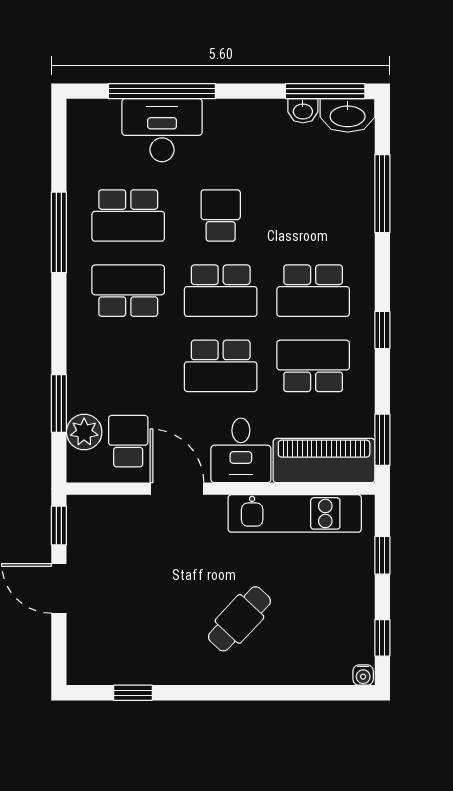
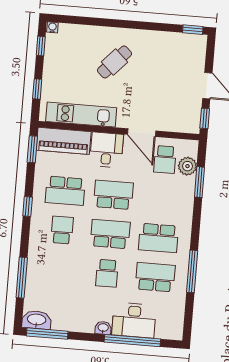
washbasin: (303, 111) -> (103, 328), moved
school desk: (313, 291) -> (62, 230), width x0.54
window: (133, 693) -> (193, 30), moved

